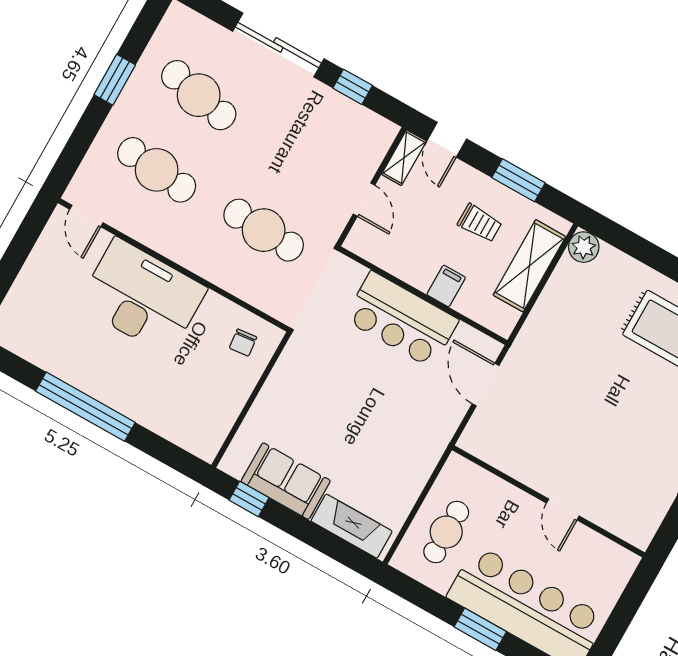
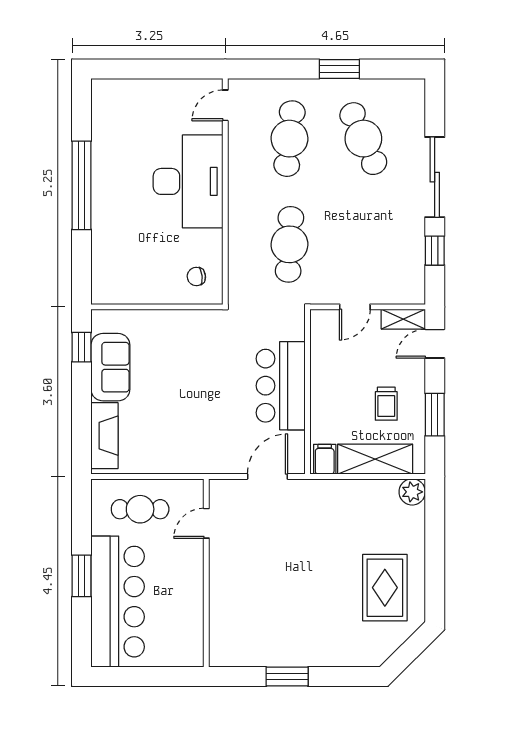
cafe table: (199, 95) -> (363, 139), turned -36
filing cabinet: (446, 286) -> (325, 459), moved, turned -90
door: (563, 509) -> (206, 523), moved

